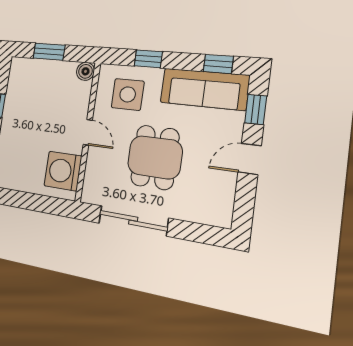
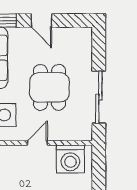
dining table: (155, 157) -> (49, 87), turned 90

